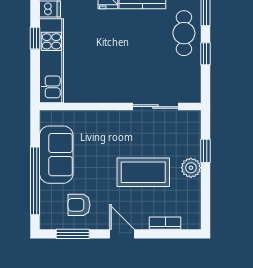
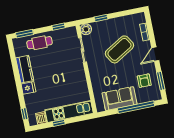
window: (205, 54) -> (59, 27), moved
plant: (191, 168) -> (86, 29), moved
coffee table: (143, 172) -> (119, 49), turned 59

